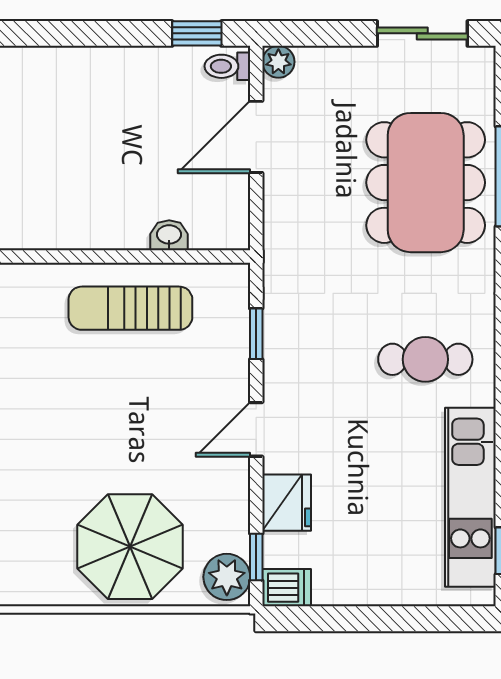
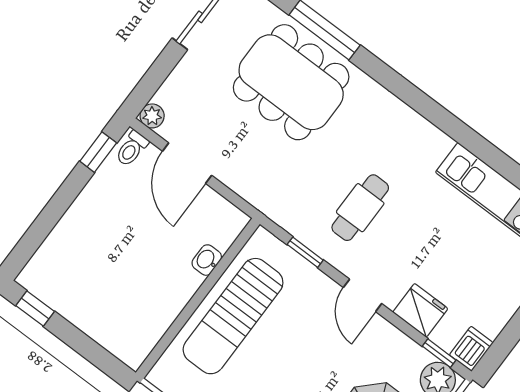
sun lounger: (130, 308) -> (233, 316), width x1.36, depth x1.34
cafe table: (425, 359) -> (360, 208), moved

